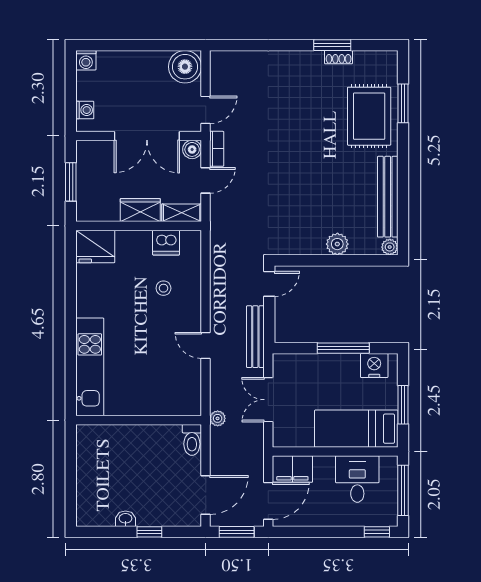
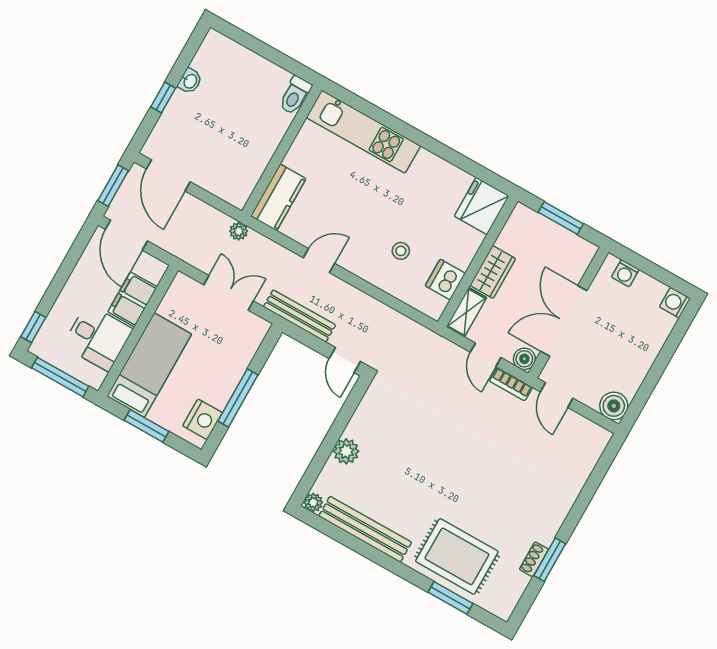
boiler: (185, 67) -> (614, 406), width x0.73, depth x0.73
kitchen counter: (175, 403) -> (278, 197), added
toilet: (192, 440) -> (295, 95), moved, turned -90
filing cabinet: (292, 469) -> (133, 299), moved

